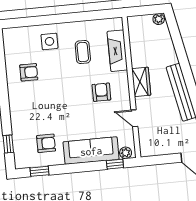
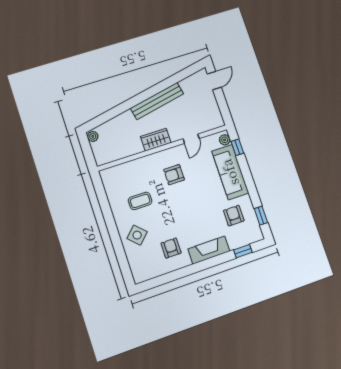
side table: (50, 41) -> (137, 235), turned 45
fireplace: (117, 51) -> (209, 250), moved, turned 180

